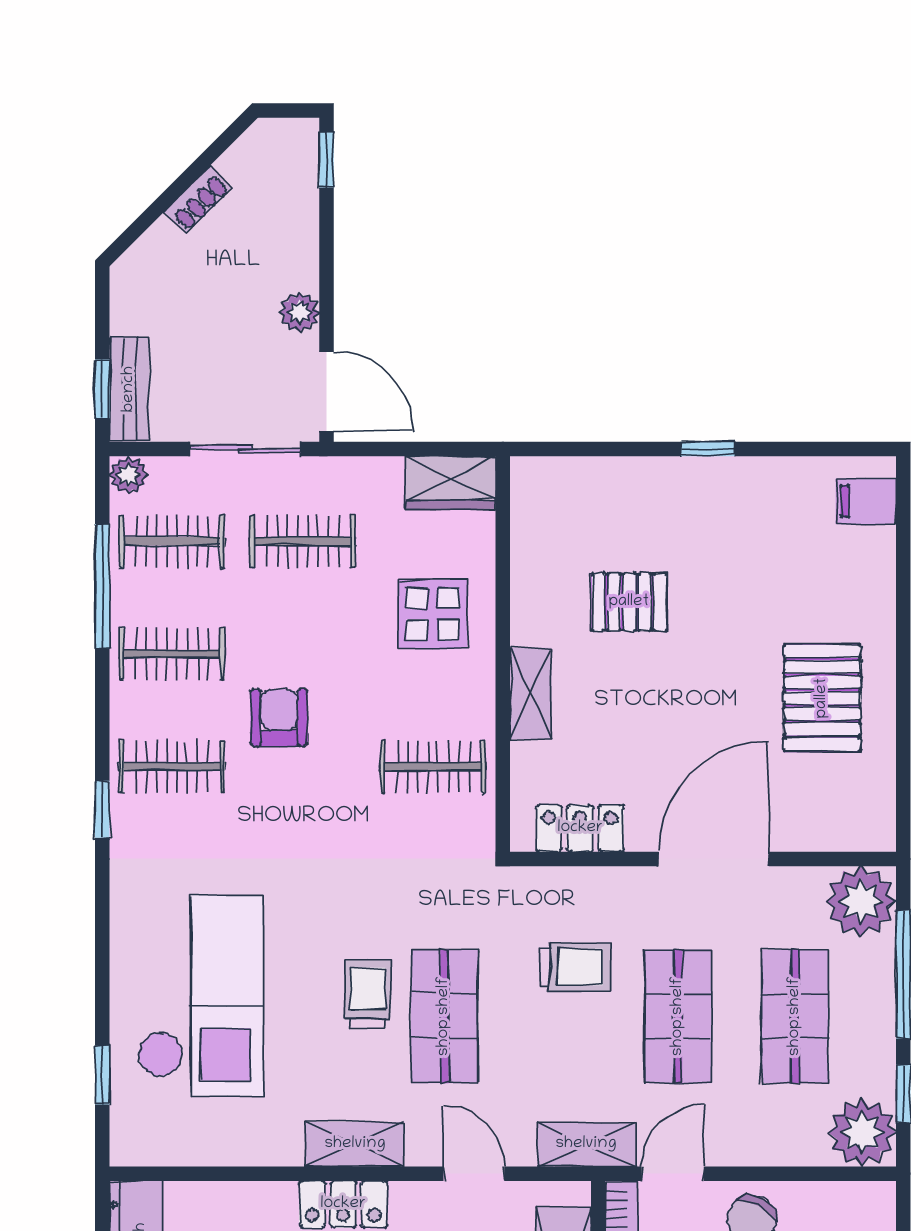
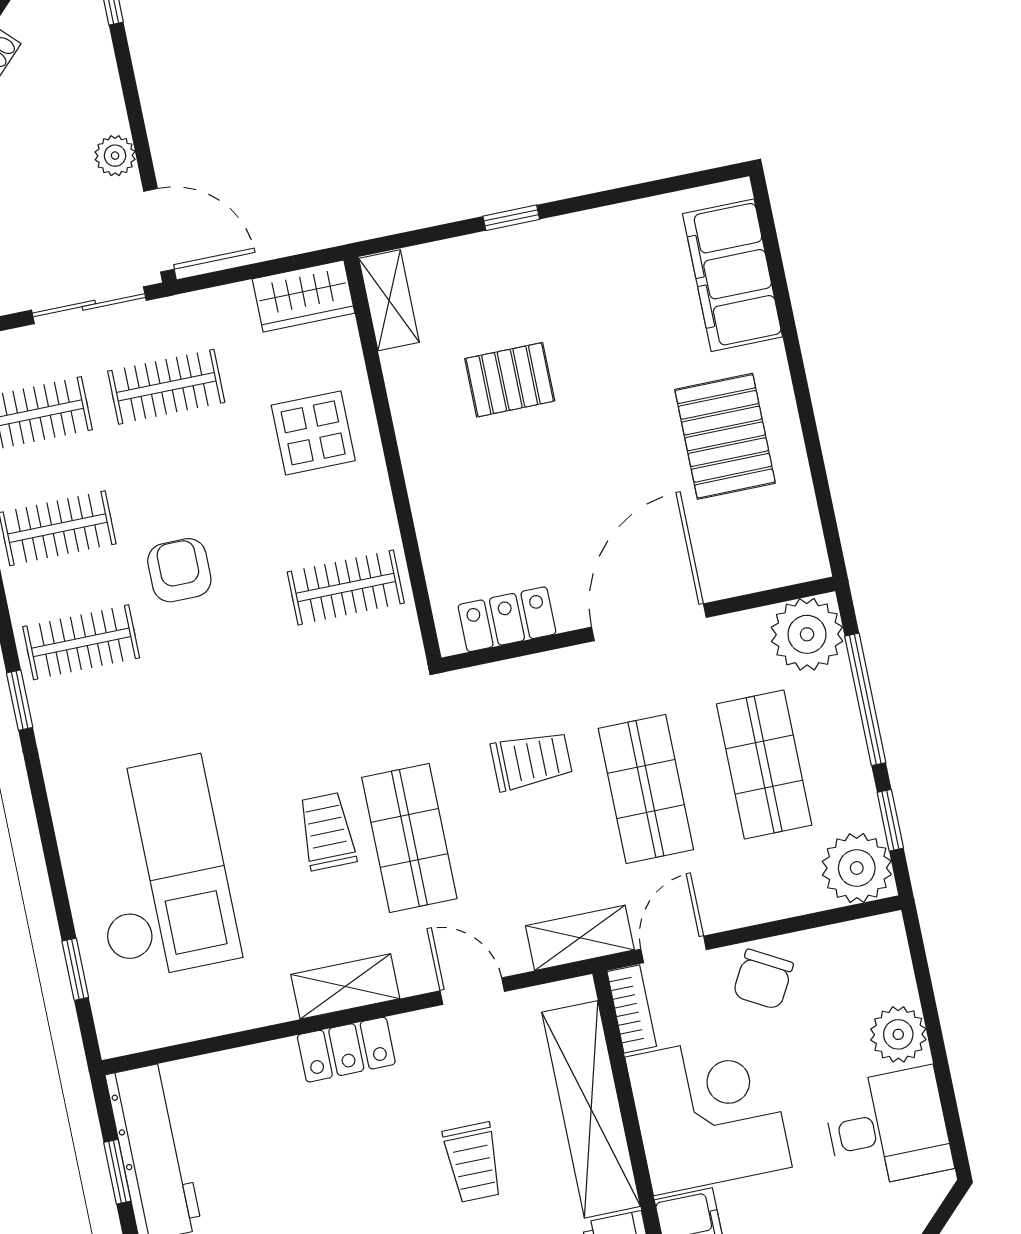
window: (708, 449) -> (511, 218), moved
filing cabinet: (866, 501) -> (733, 275), width x3.00, depth x1.17
shelving: (531, 694) -> (389, 300), moved

